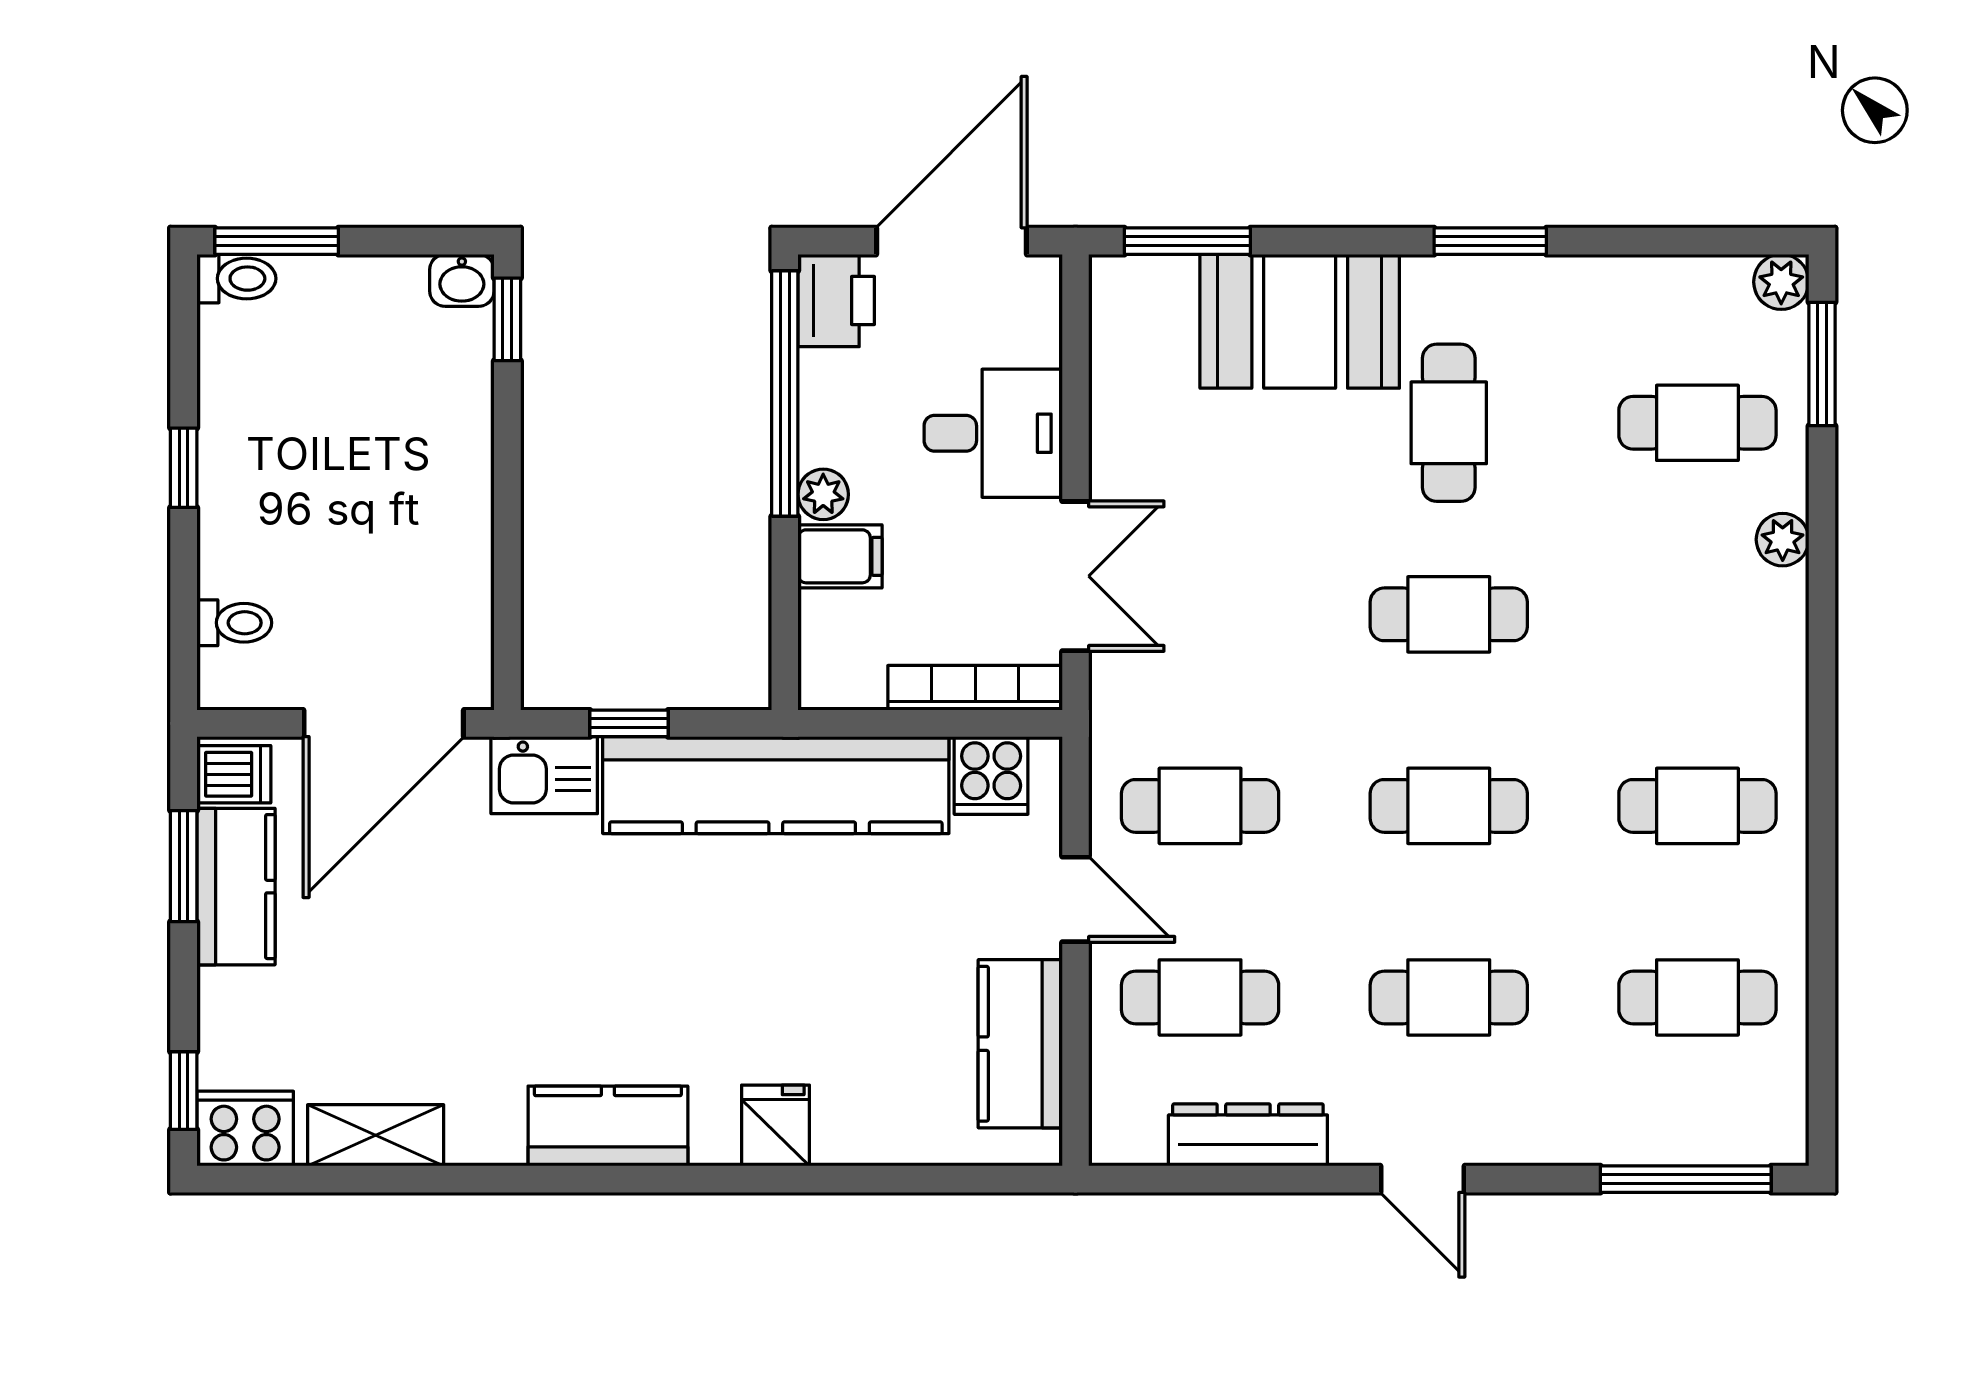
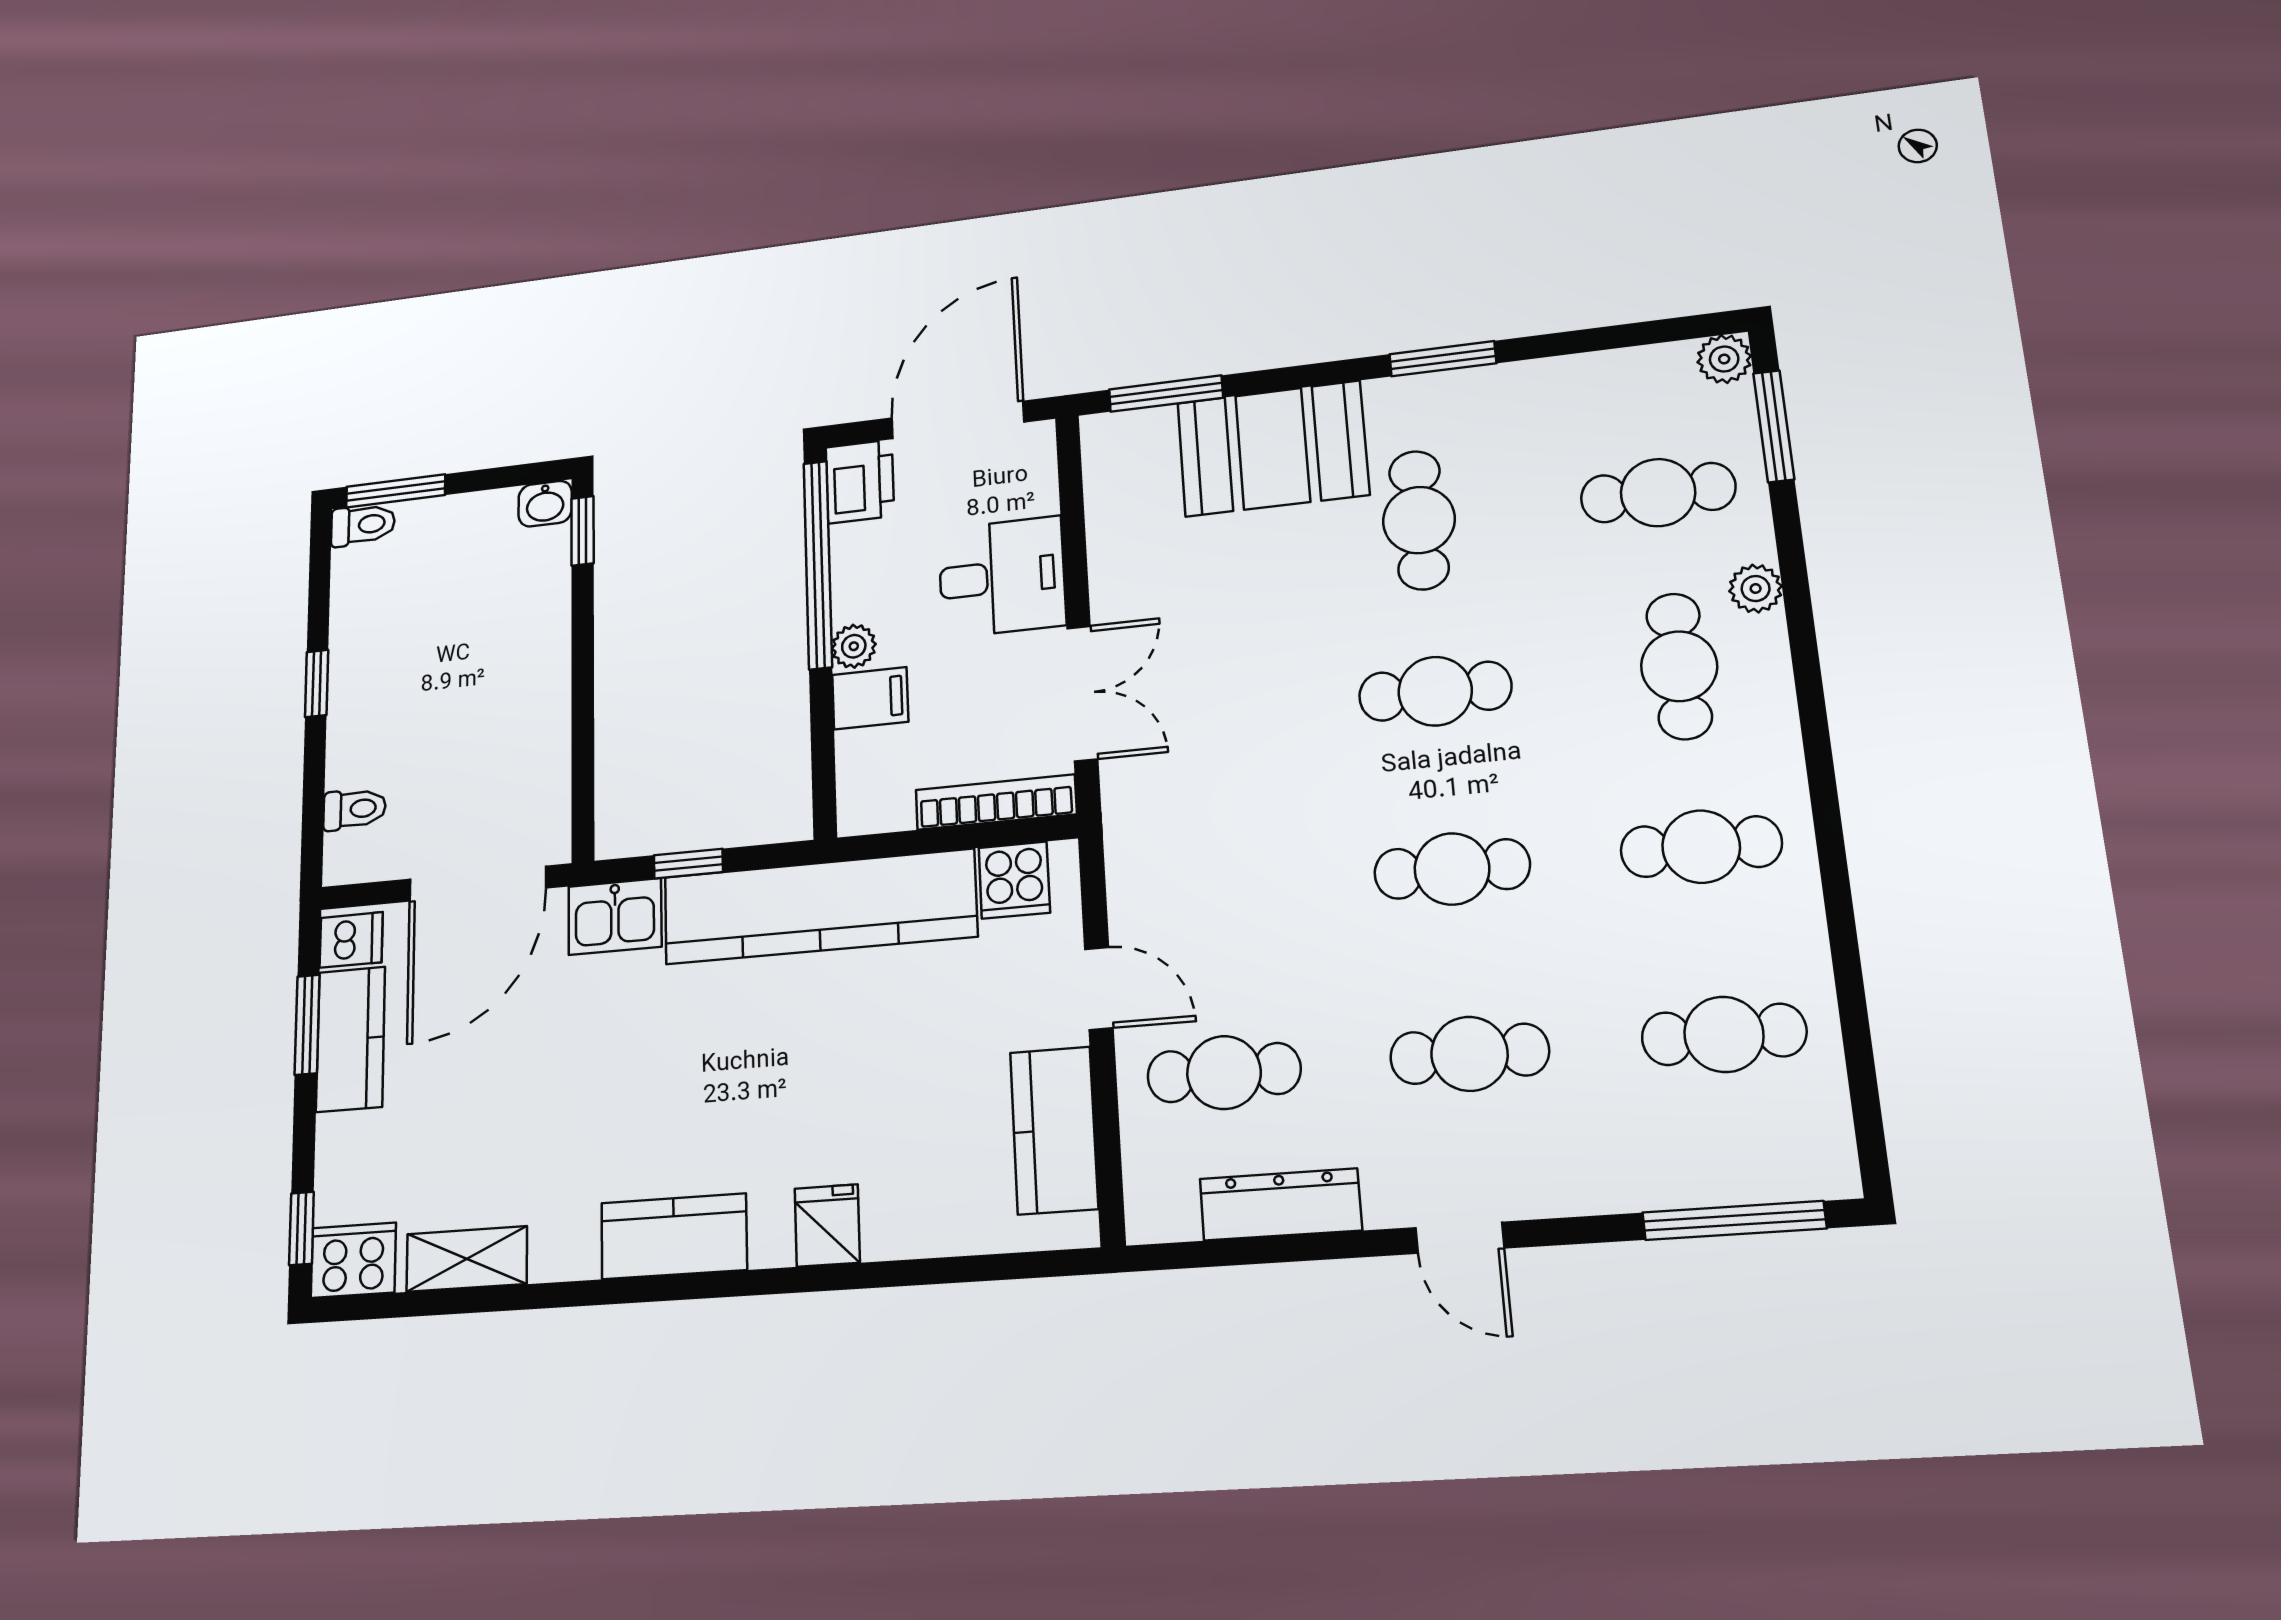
cafe table: (1200, 806) -> (1679, 666), moved, turned 90

